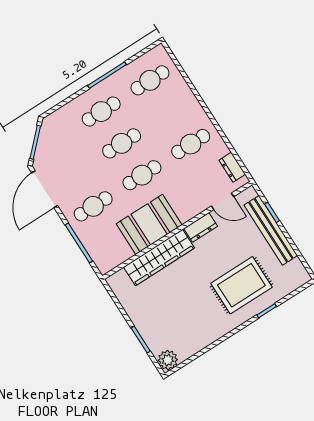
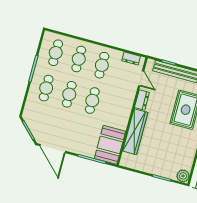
door: (222, 201) -> (141, 79), hinge flipped
cafe table: (93, 206) -> (79, 59), moved
booth: (149, 224) -> (110, 145), moved

